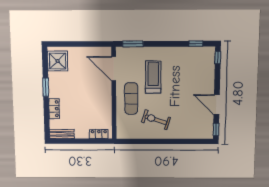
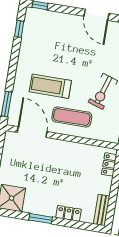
door: (114, 69) -> (32, 132), swing flipped
door: (217, 105) -> (96, 15), hinge flipped

